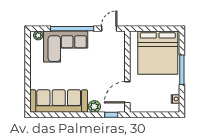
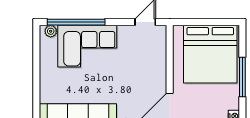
window: (72, 29) -> (76, 22), moved

